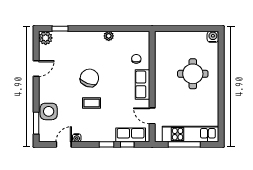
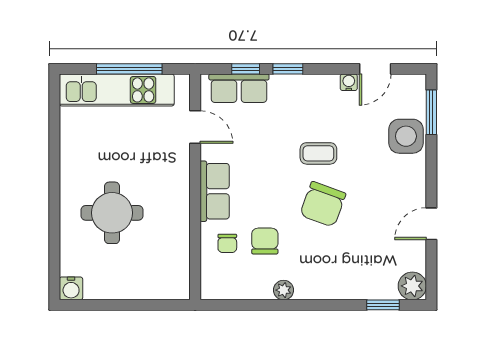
chair: (118, 60) -> (265, 241), added

